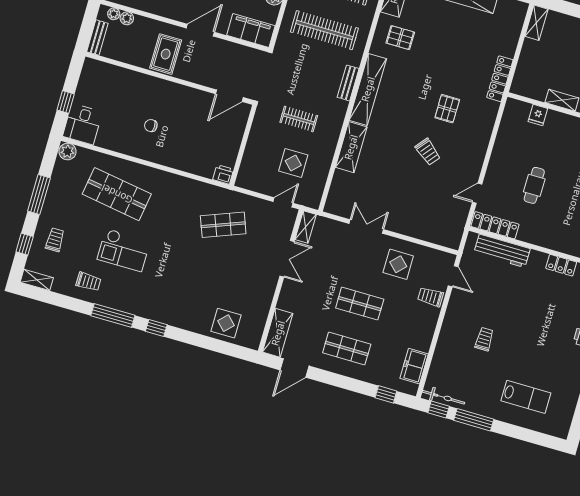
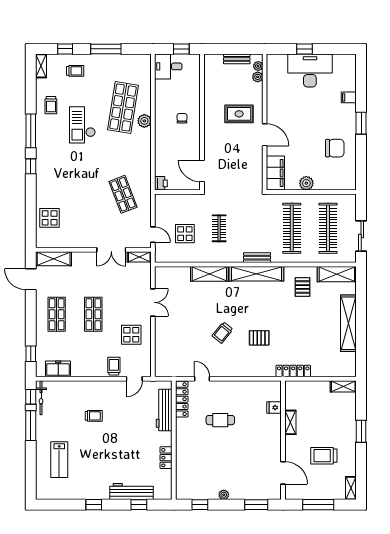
wall: (169, 78) -> (202, 122), moved
door: (229, 96) -> (202, 171), moved
plant: (68, 151) -> (144, 121), moved

